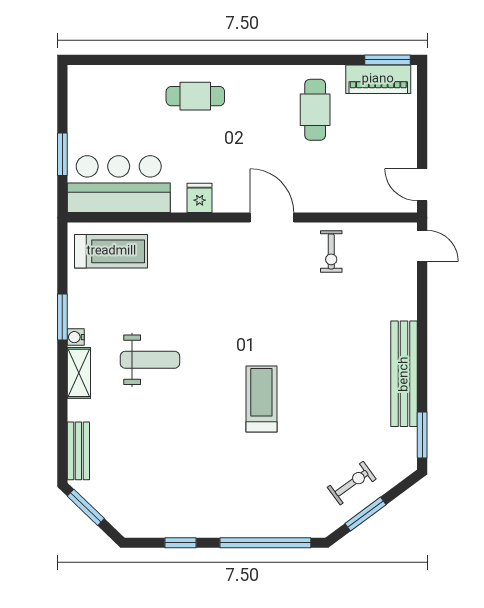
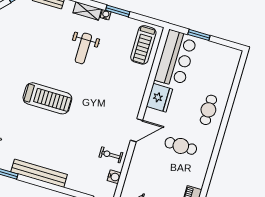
cafe table: (315, 110) -> (181, 146), moved
fridge: (200, 198) -> (159, 98), width x1.88, depth x1.34
water cooler: (370, 233) -> (114, 177), added
treadmill: (261, 399) -> (47, 98), width x1.37, depth x1.38

